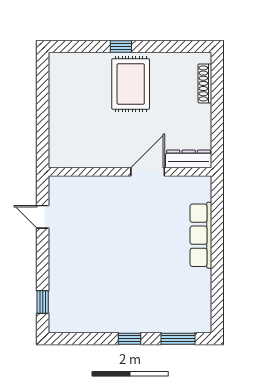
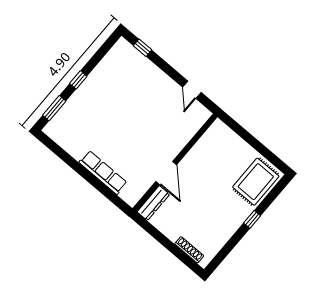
rug: (131, 84) -> (256, 182), moved, turned 90
door: (43, 217) -> (192, 90), swing flipped

